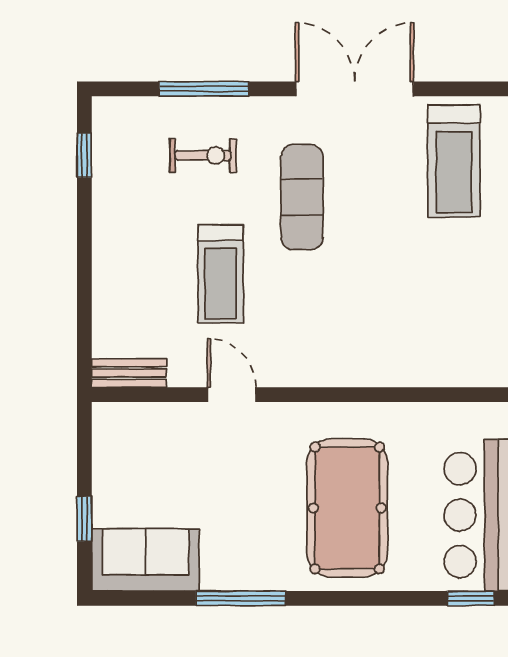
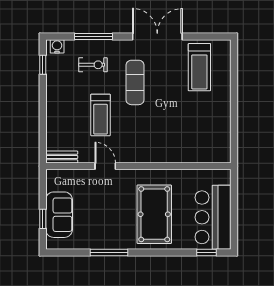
water cooler: (118, 112) -> (57, 46), added
sofa: (145, 560) -> (59, 215), moved, turned 90

